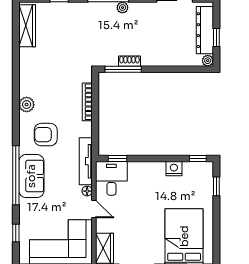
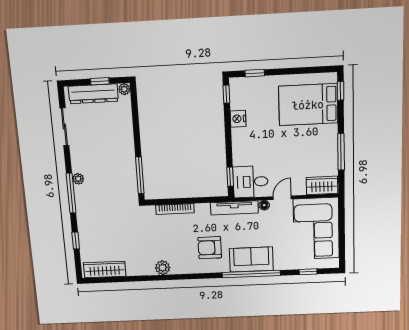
shoe rack: (129, 61) -> (131, 169), removed
plant: (27, 105) -> (163, 268), moved
armchair: (46, 135) -> (210, 248), turned 90

